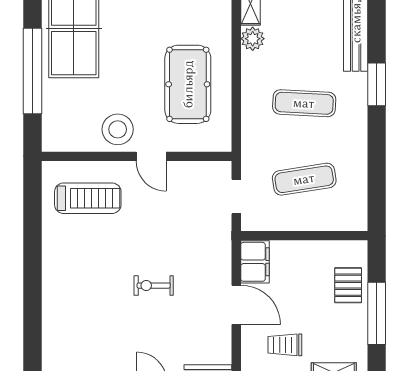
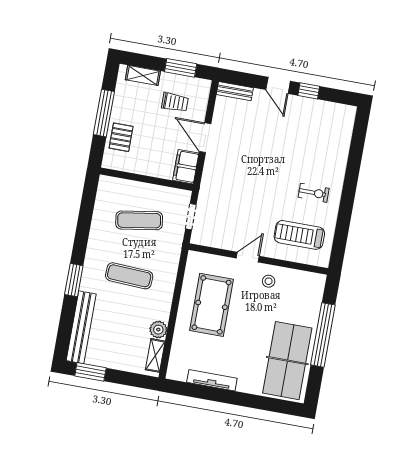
stool: (118, 129) -> (269, 281), width x0.53, depth x0.53
door: (151, 156) -> (248, 257), hinge flipped
exercise bike: (154, 286) -> (314, 193), moved

